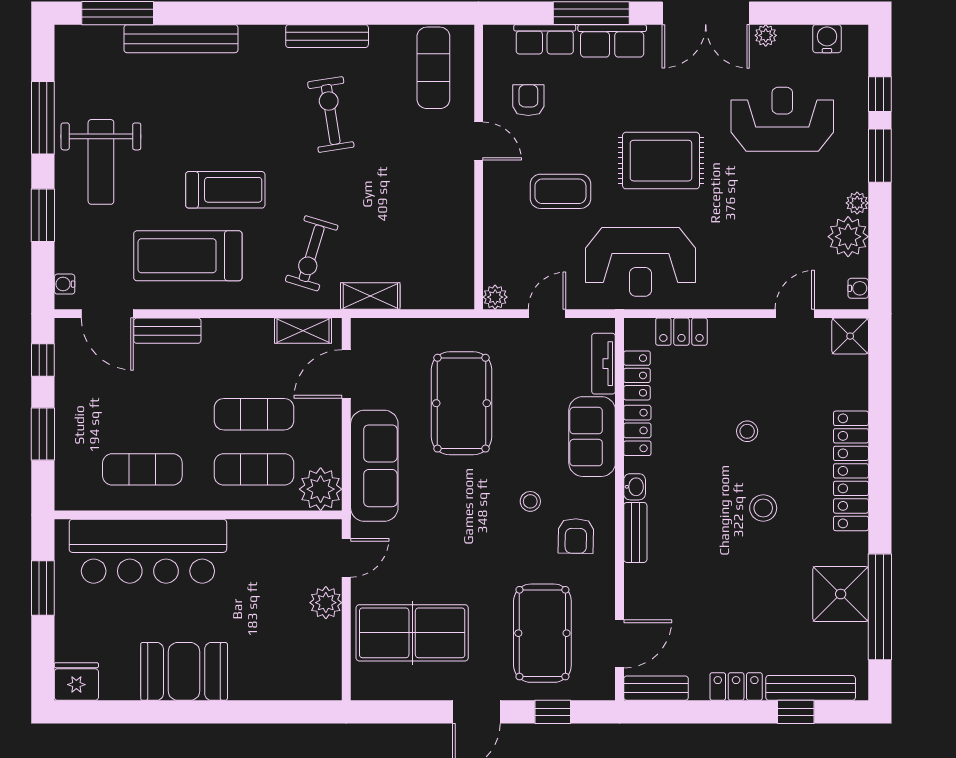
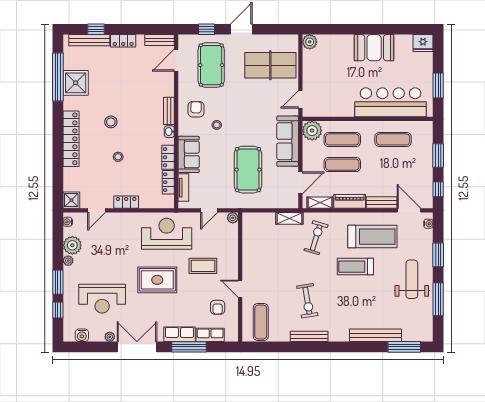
locker: (681, 332) -> (126, 202), moved
piano: (238, 333) -> (350, 201), added
plant: (326, 603) -> (310, 42), moved

